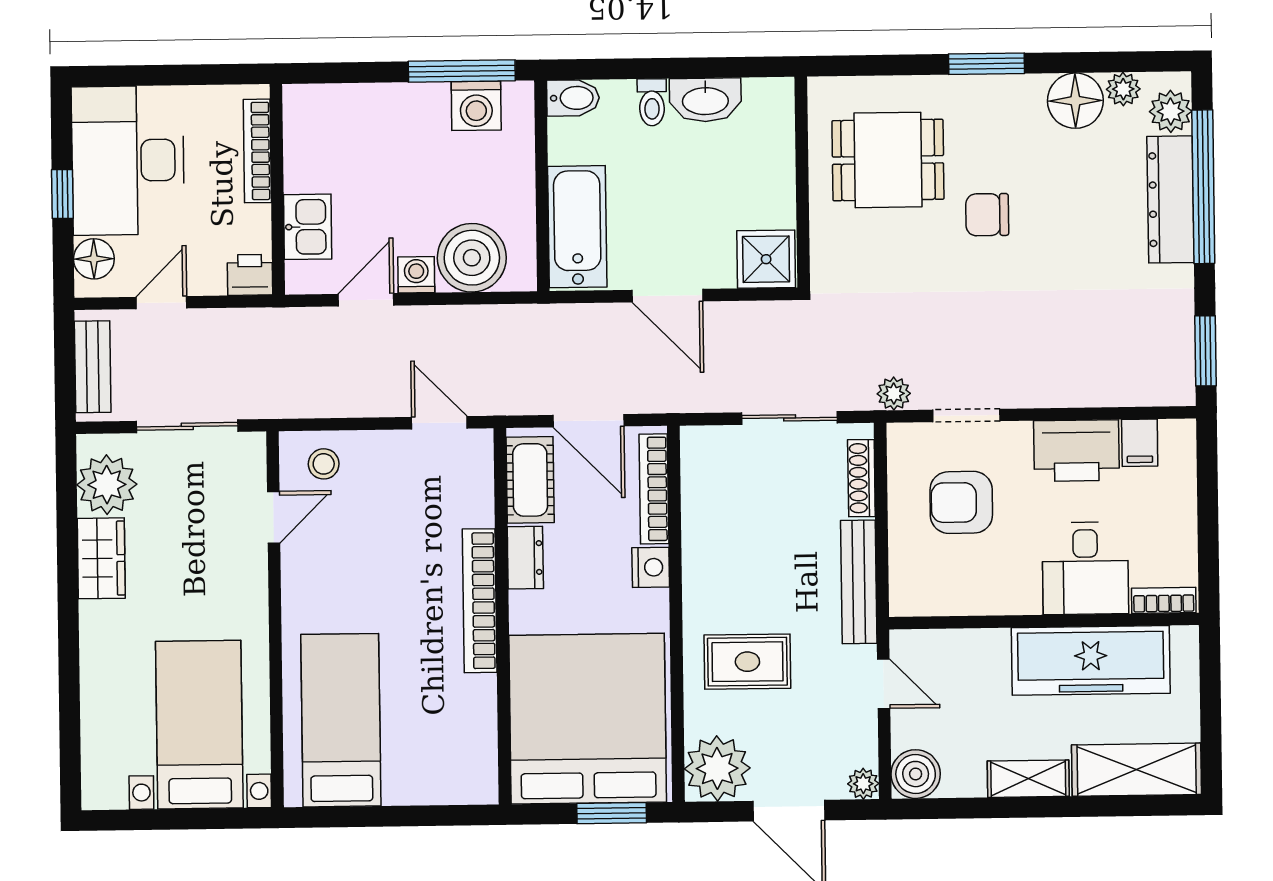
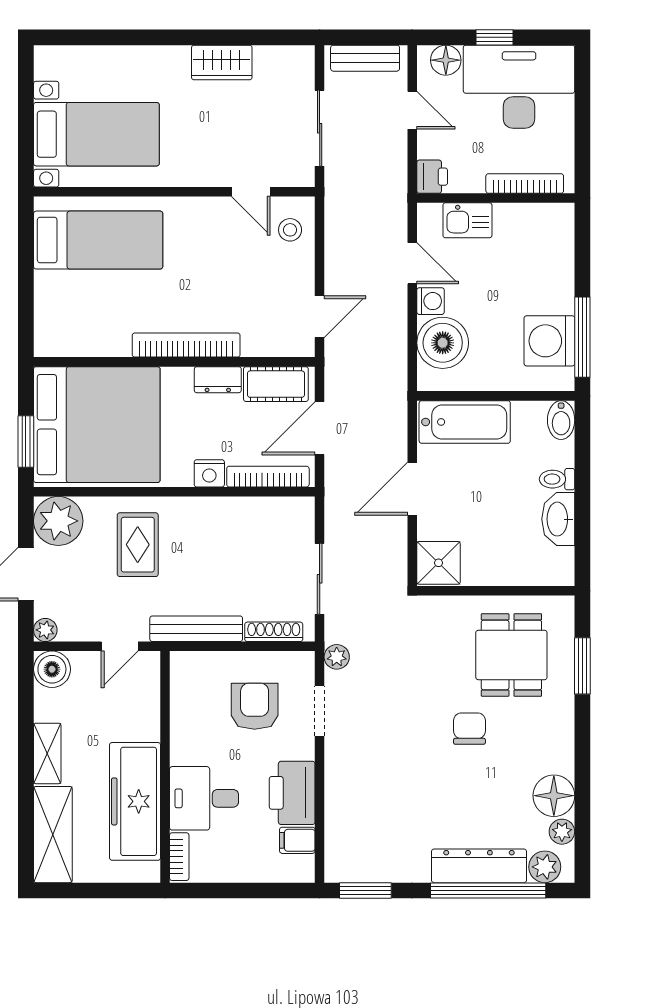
window: (986, 64) -> (582, 666), moved
washing machine: (476, 106) -> (549, 341), width x1.37, depth x1.37
plant: (107, 485) -> (277, 67), removed

